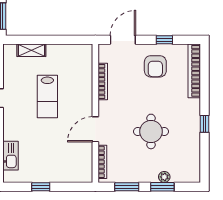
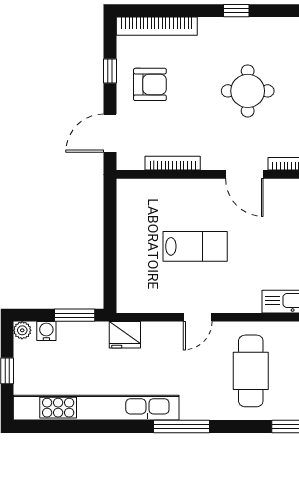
door: (123, 40) -> (110, 133), hinge flipped
shelving: (31, 50) -> (126, 270), removed

